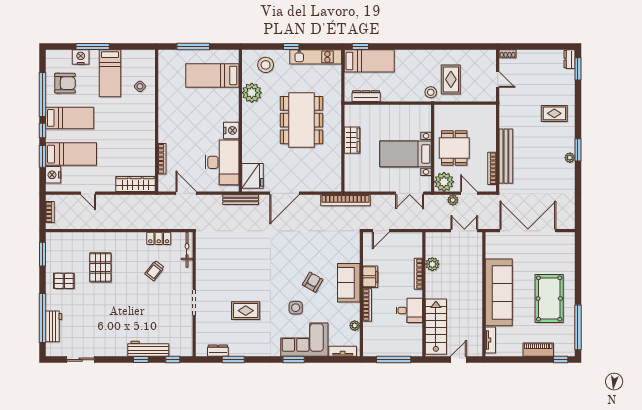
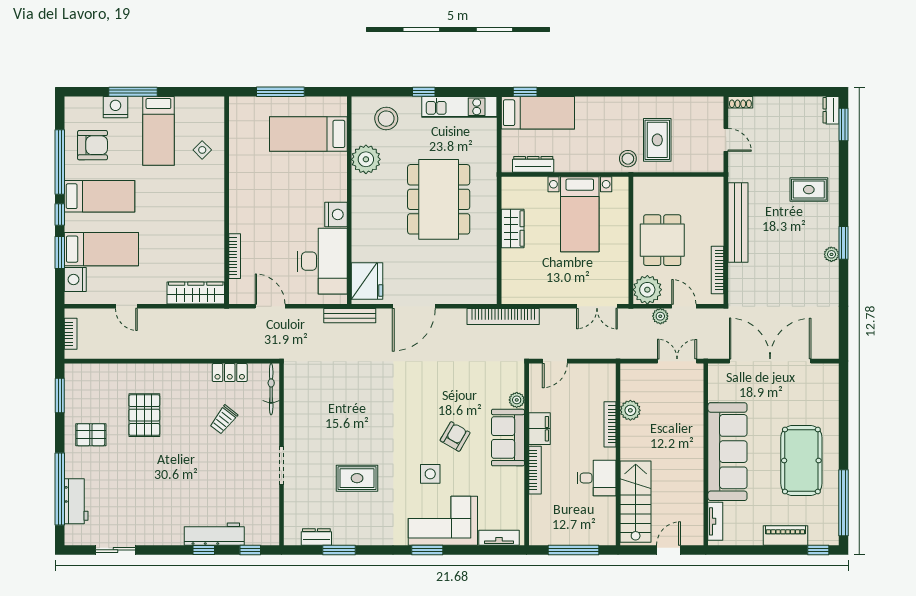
bed with nightstands: (406, 154) -> (580, 214), moved, turned -90
bench: (506, 156) -> (738, 223), moved
plant: (355, 326) -> (517, 400), moved

